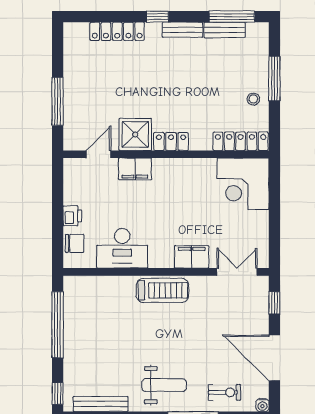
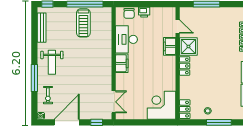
locker: (241, 141) -> (185, 109), width x0.66
filing cabinet: (192, 257) -> (122, 63), moved
treadmill: (162, 290) -> (83, 23), moved

